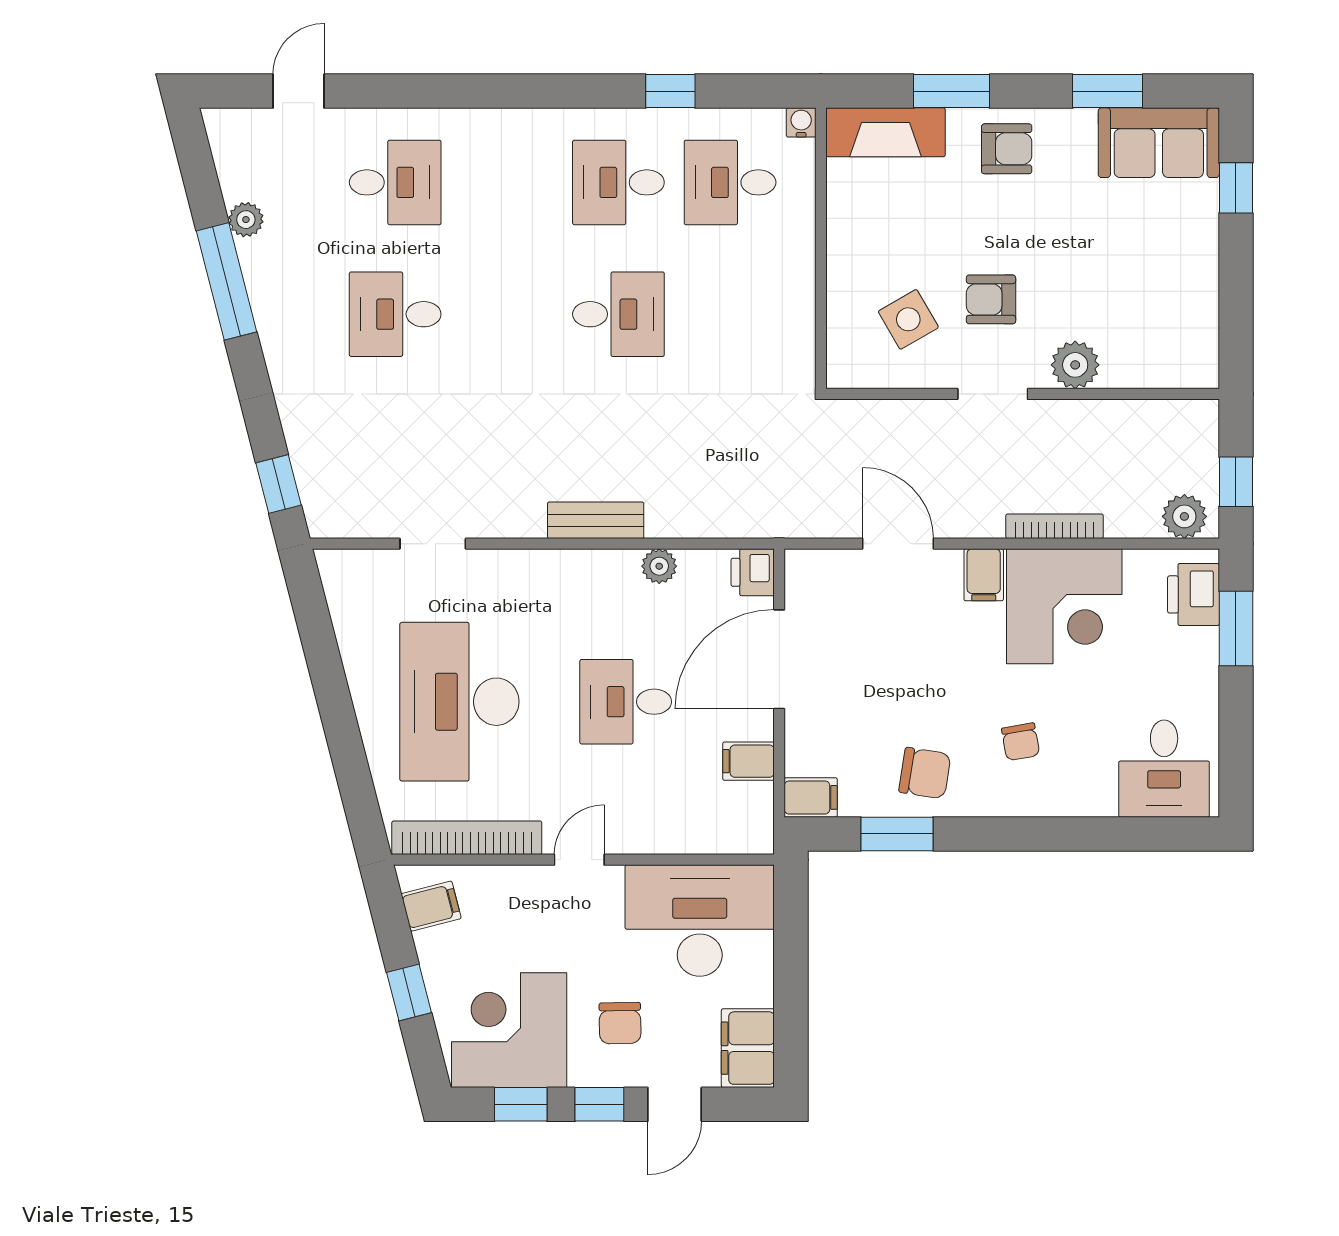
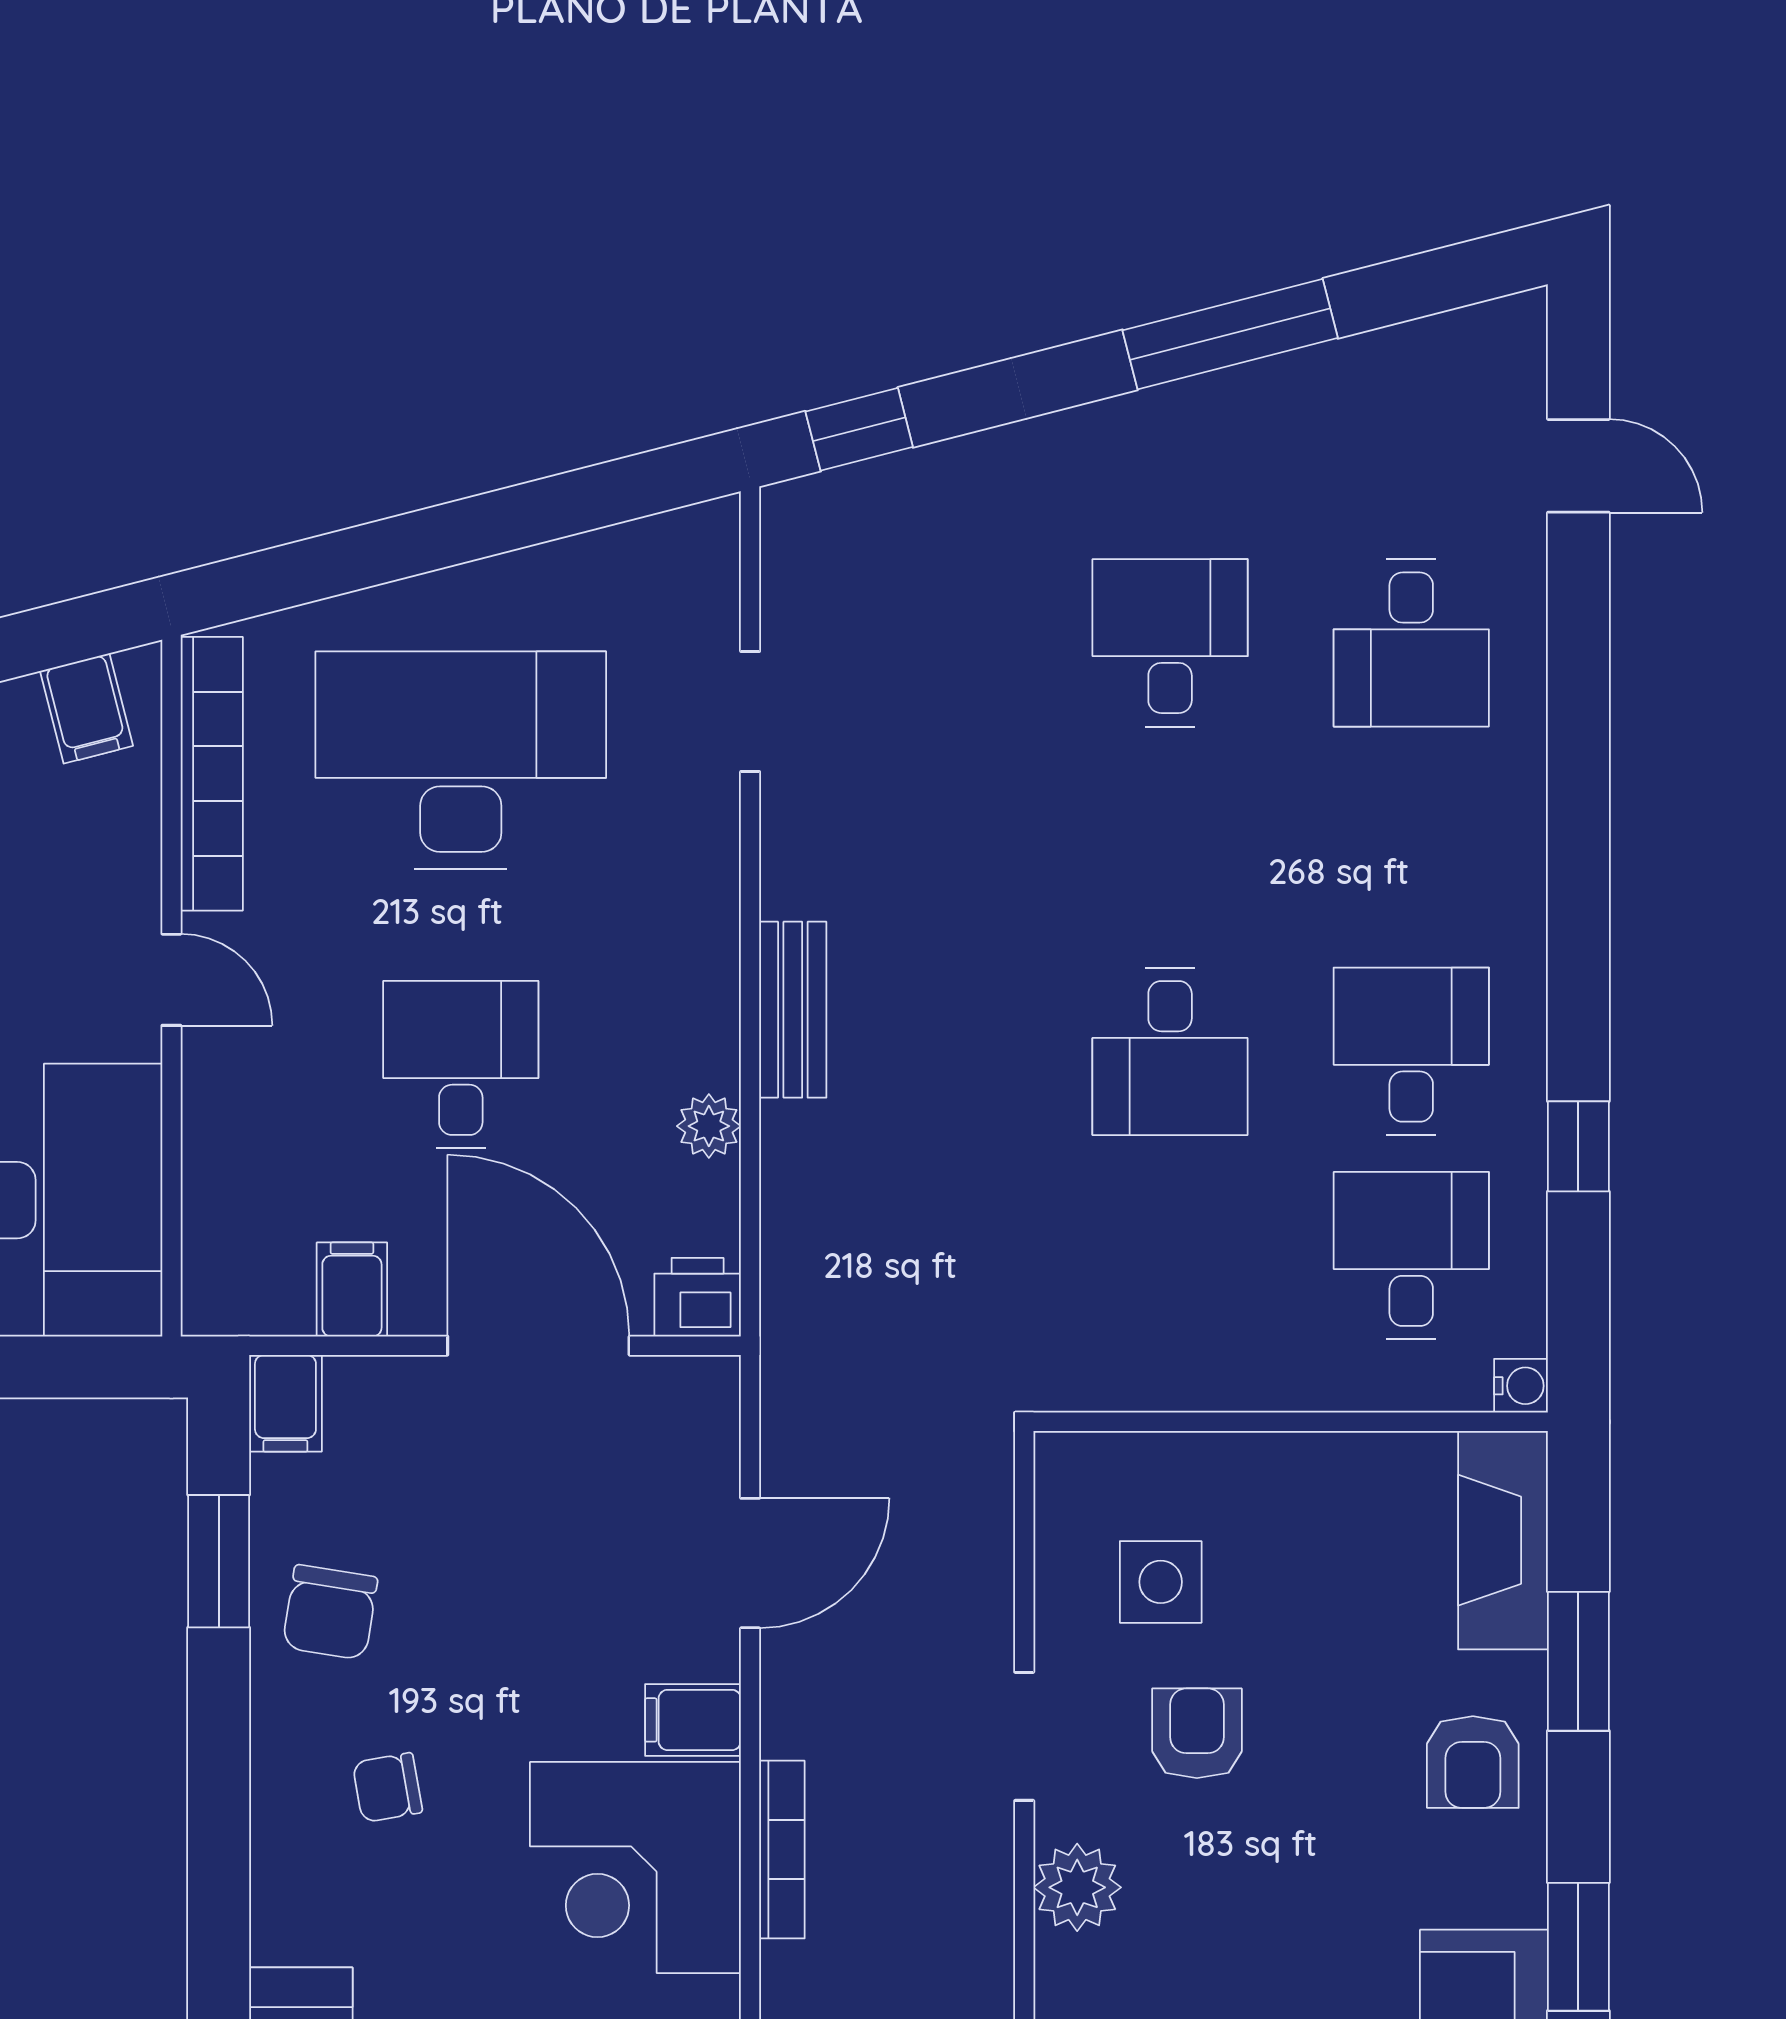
plant: (246, 220) -> (1343, 369), removed
side table: (908, 319) -> (1161, 1582), turned 30

